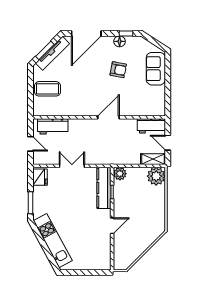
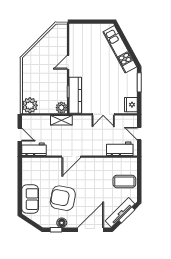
armchair: (118, 70) -> (63, 198), width x1.88, depth x1.88
shelving: (153, 159) -> (61, 120), moved

